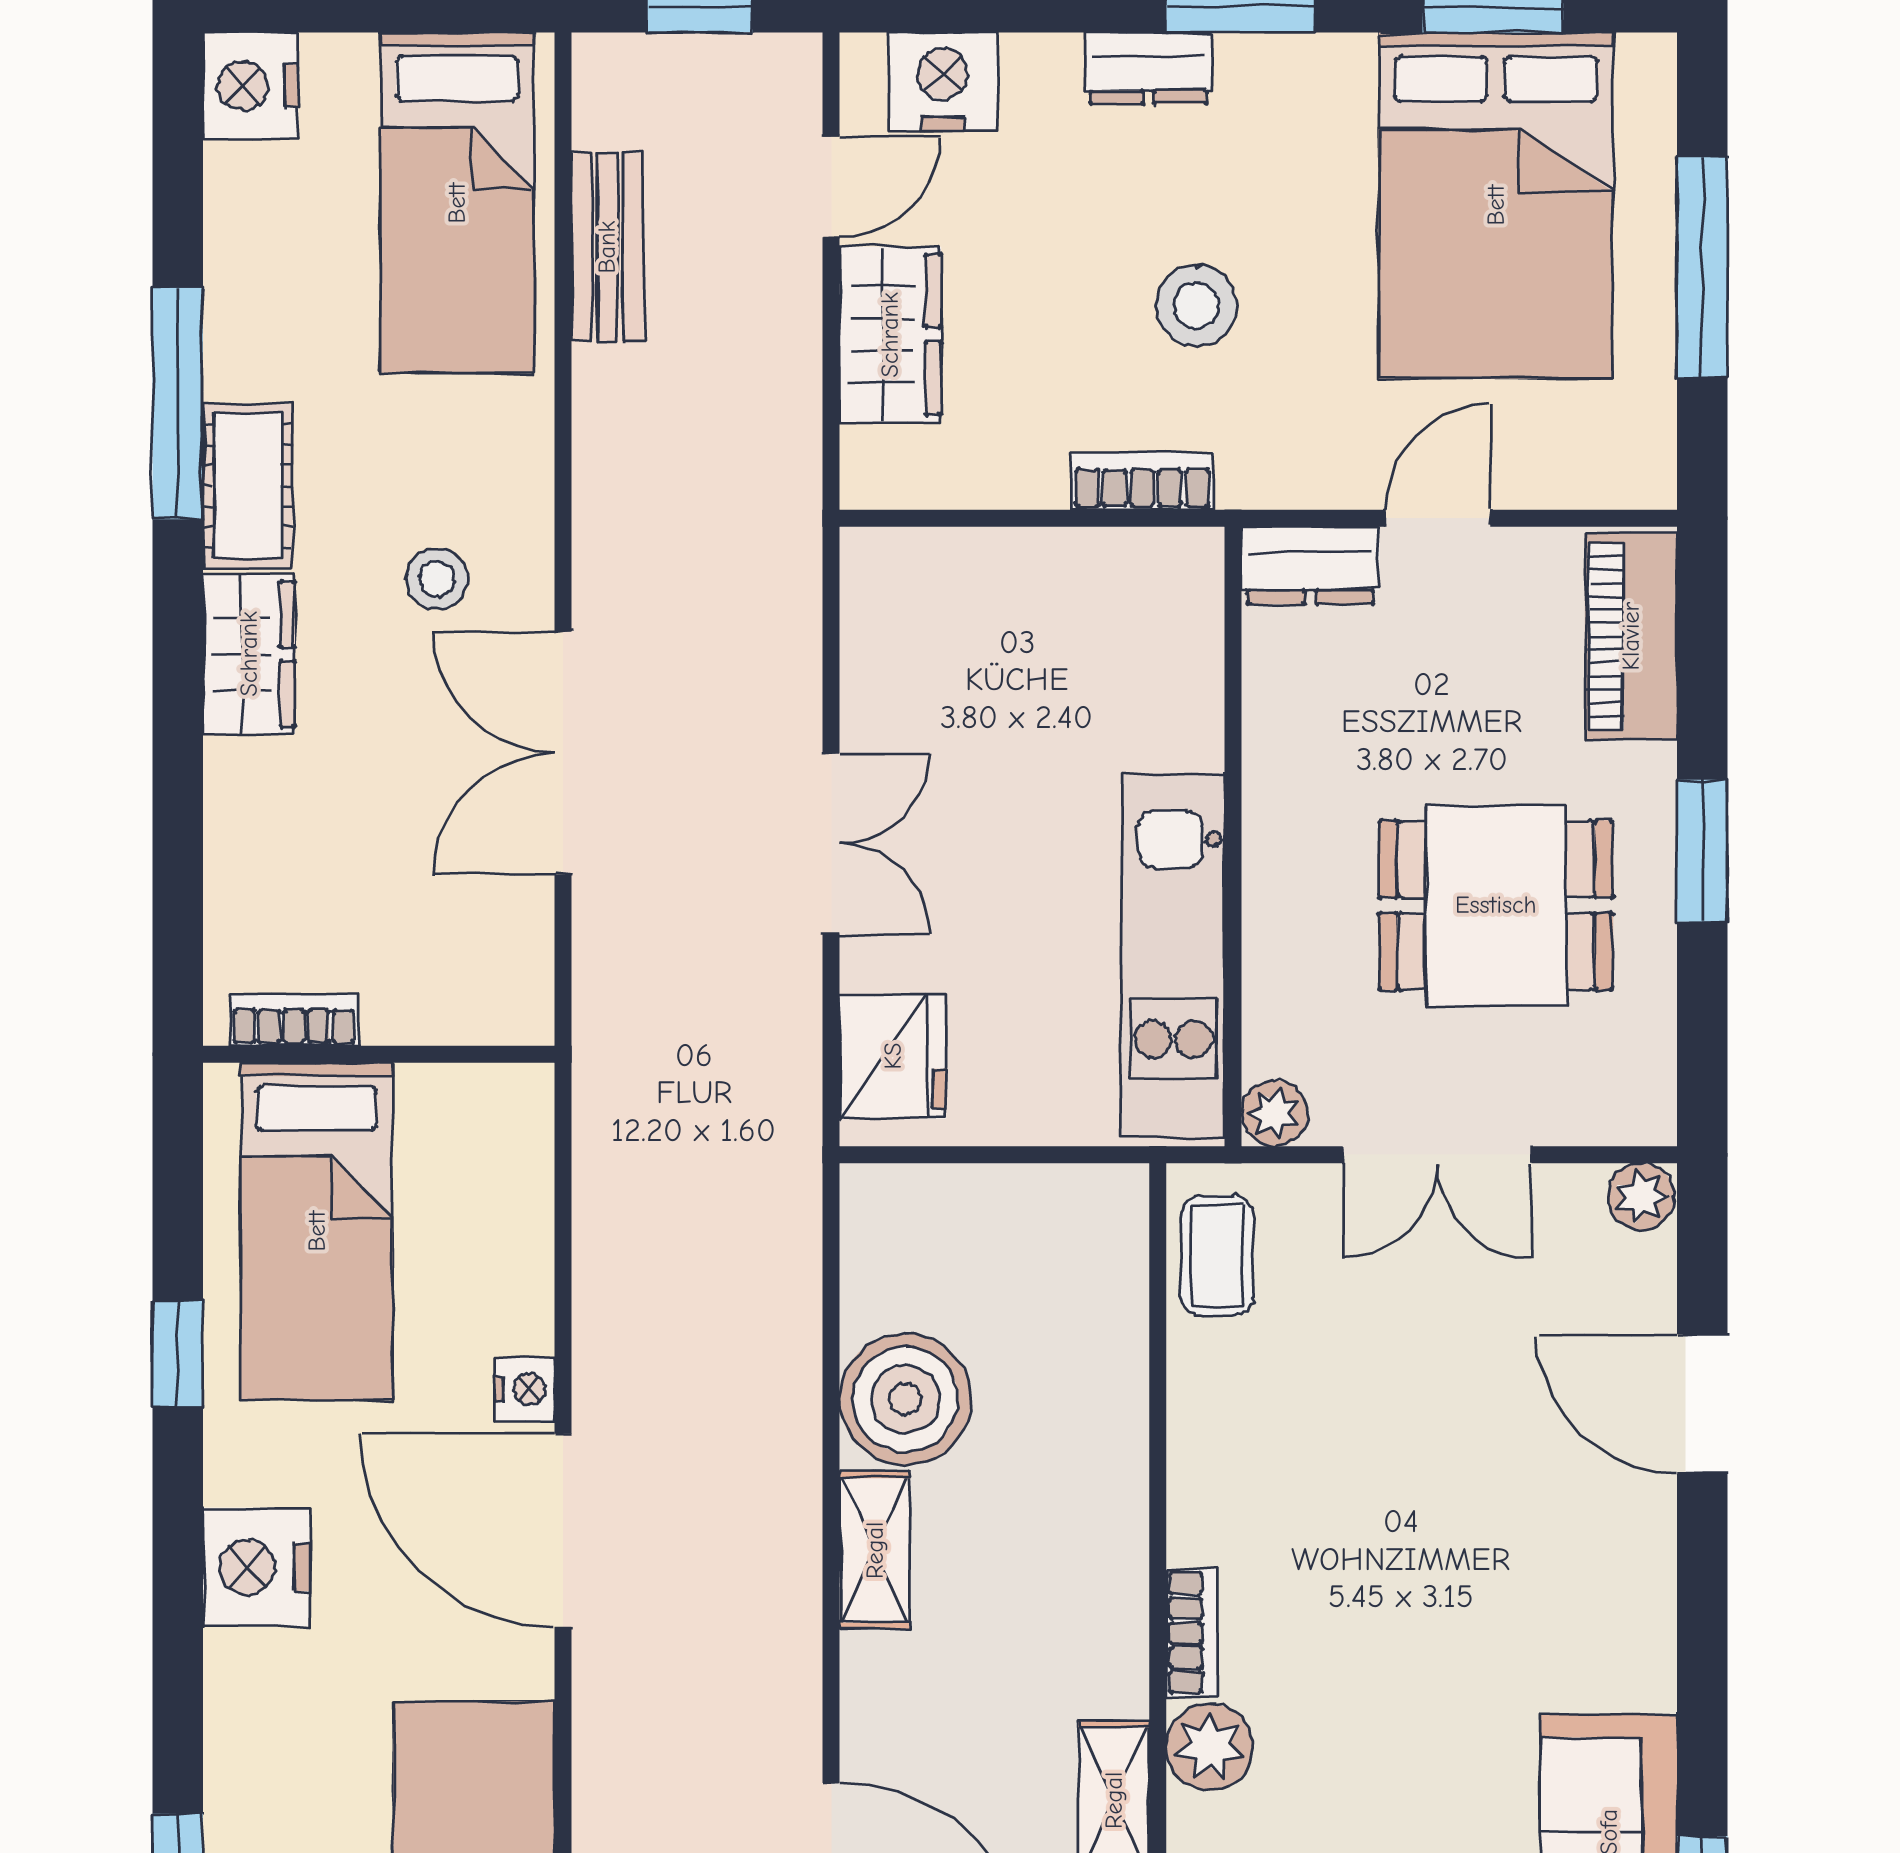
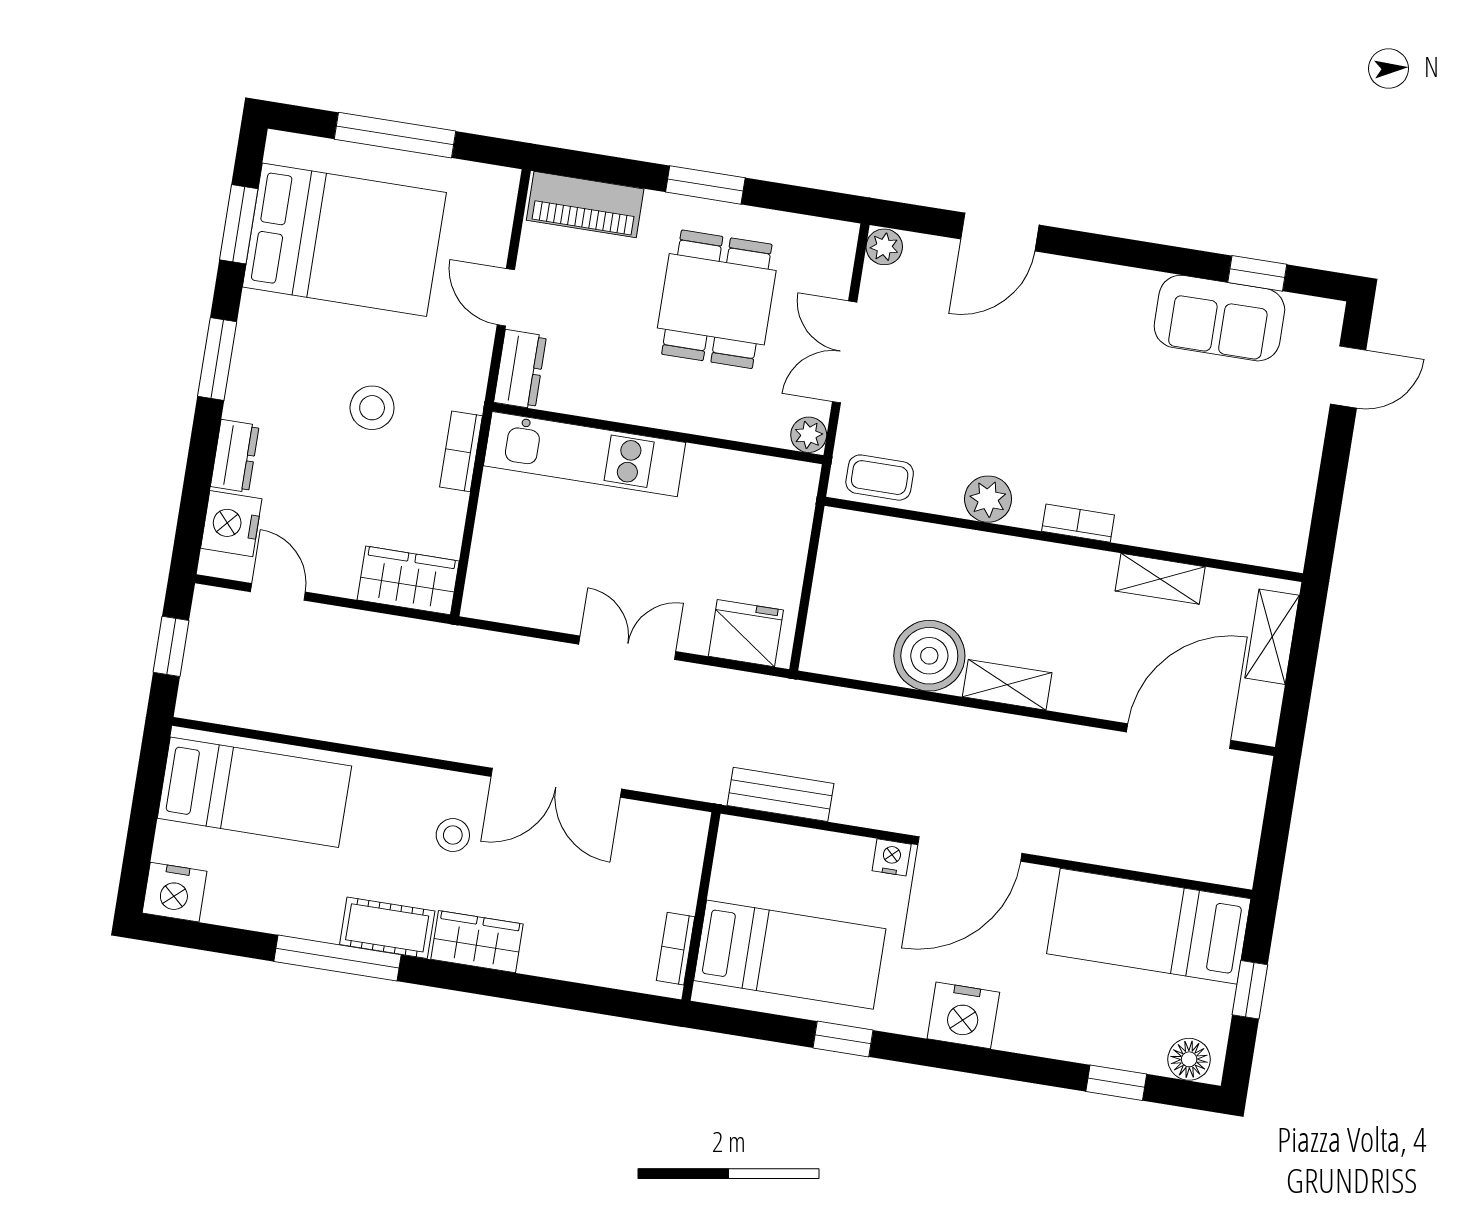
dresser: (1149, 68) -> (235, 456), moved
bench: (607, 247) -> (780, 794), moved
wardrobe: (890, 335) -> (408, 580), moved
kitchen unit: (1173, 956) -> (585, 454), moved
double door: (1437, 1155) -> (845, 352), swing flipped
plant: (1209, 1747) -> (988, 499), moved

